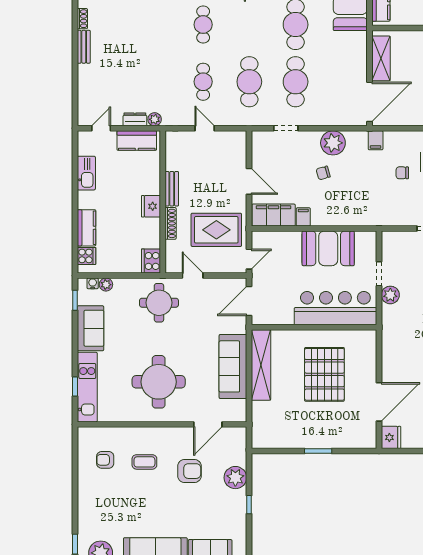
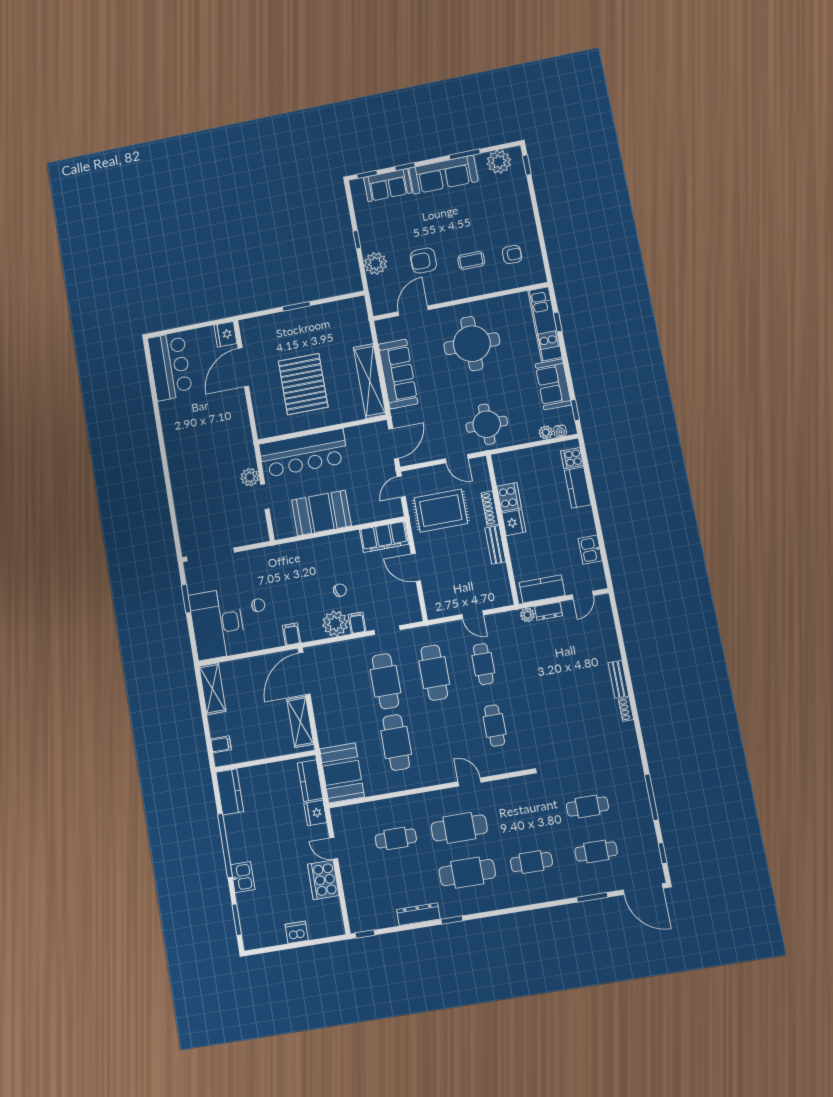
kitchen sink: (86, 173) -> (590, 550), width x0.73
filing cabinet: (303, 217) -> (357, 623), moved, turned 180
cooker: (151, 261) -> (509, 497), moved

